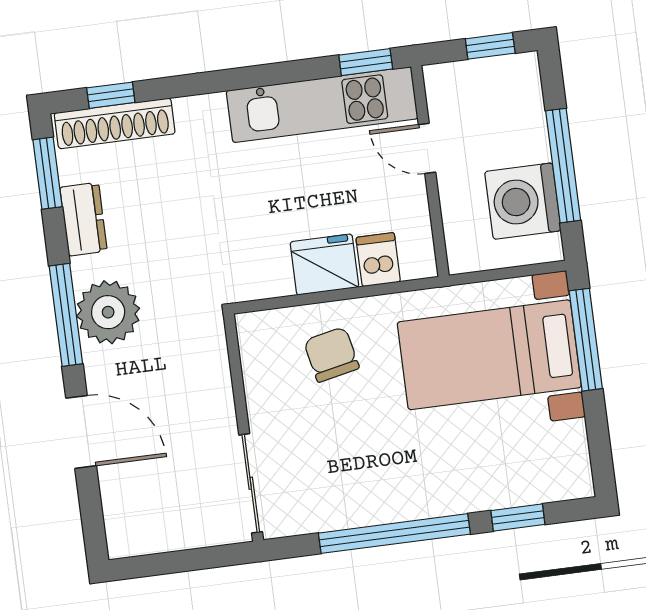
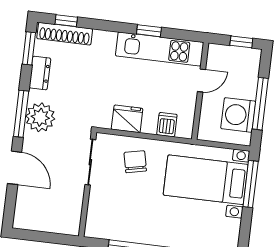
window: (366, 62) -> (149, 31), moved
door: (427, 148) -> (201, 80), swing flipped
fridge: (324, 265) -> (127, 119), moved
sliding door: (251, 483) -> (90, 162), moved

